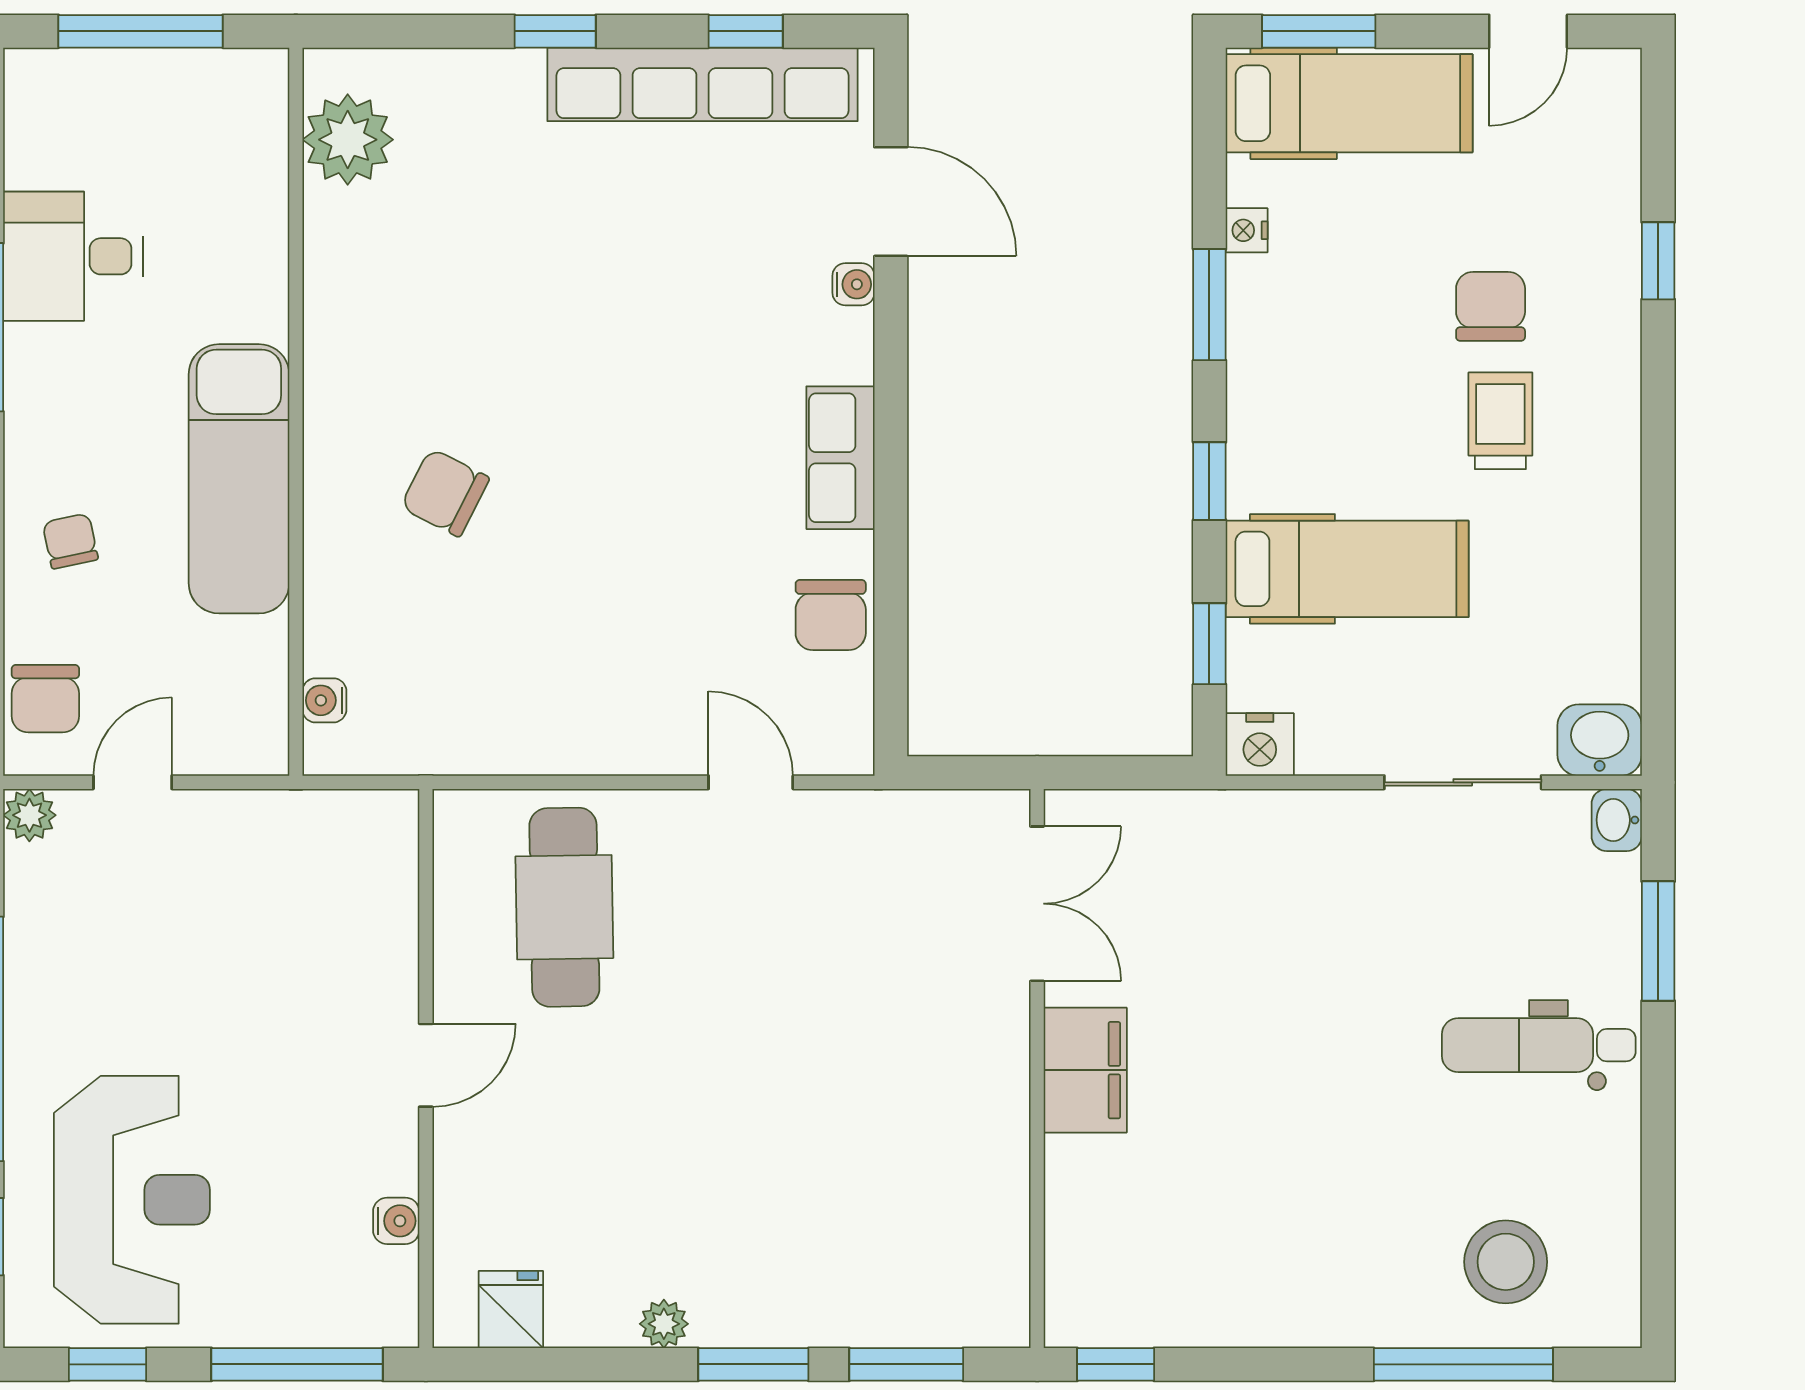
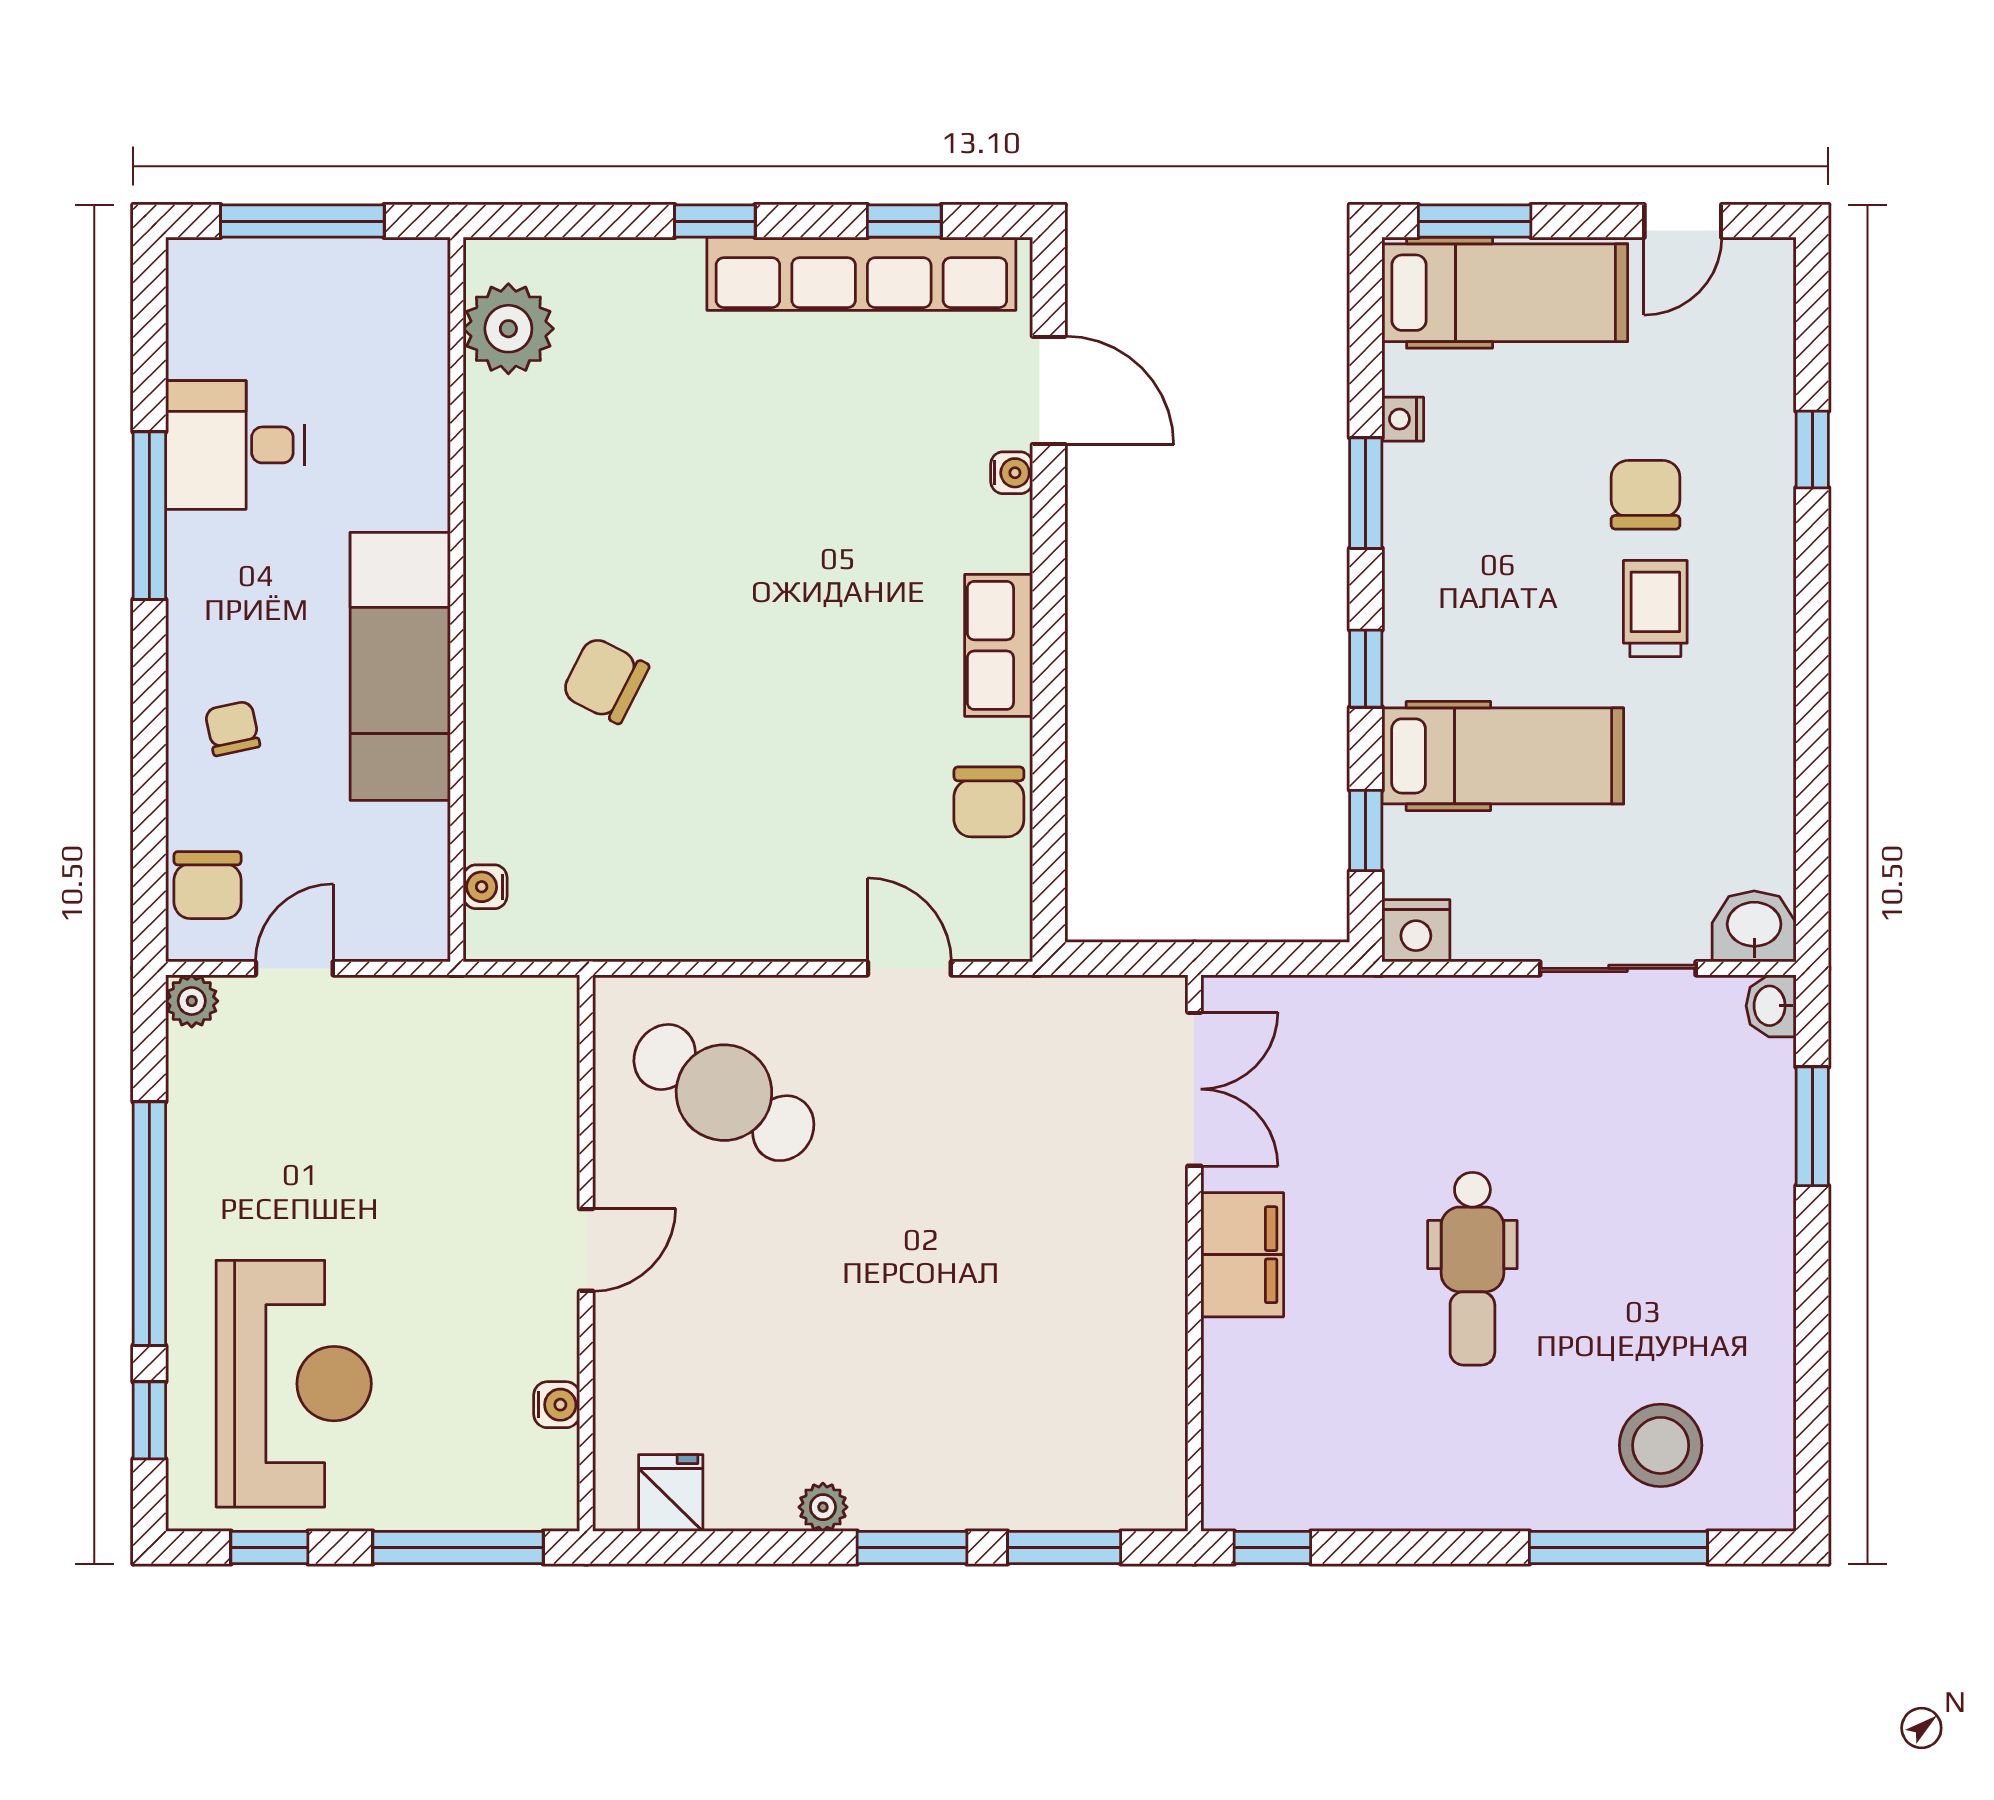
cafe table: (564, 907) -> (724, 1093), turned -58
dental chair: (1539, 1045) -> (1472, 1269), moved, turned -90

